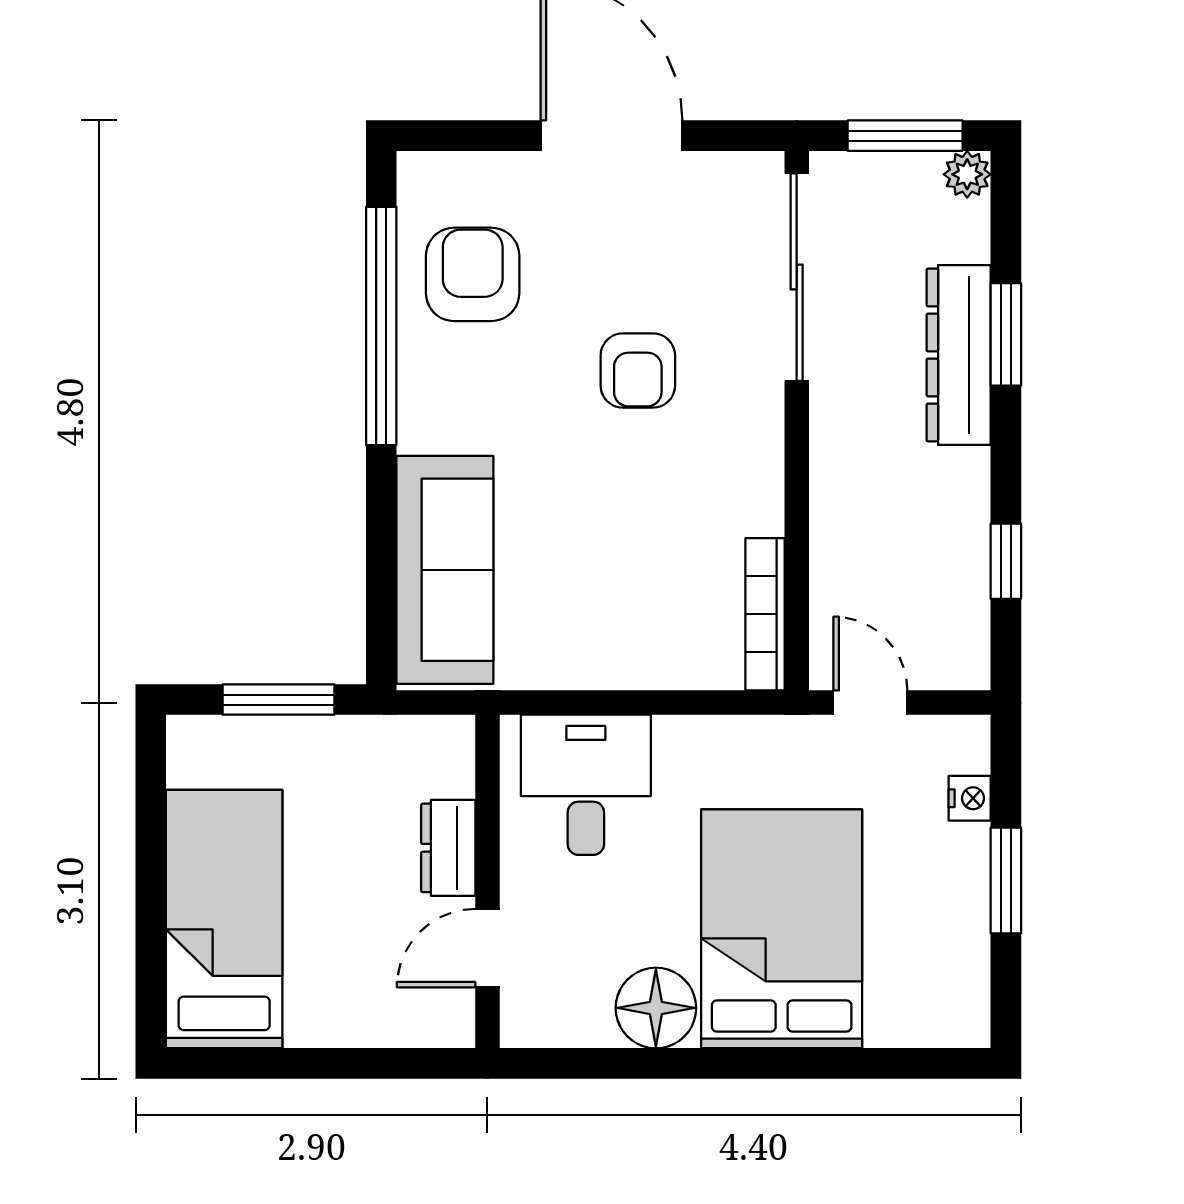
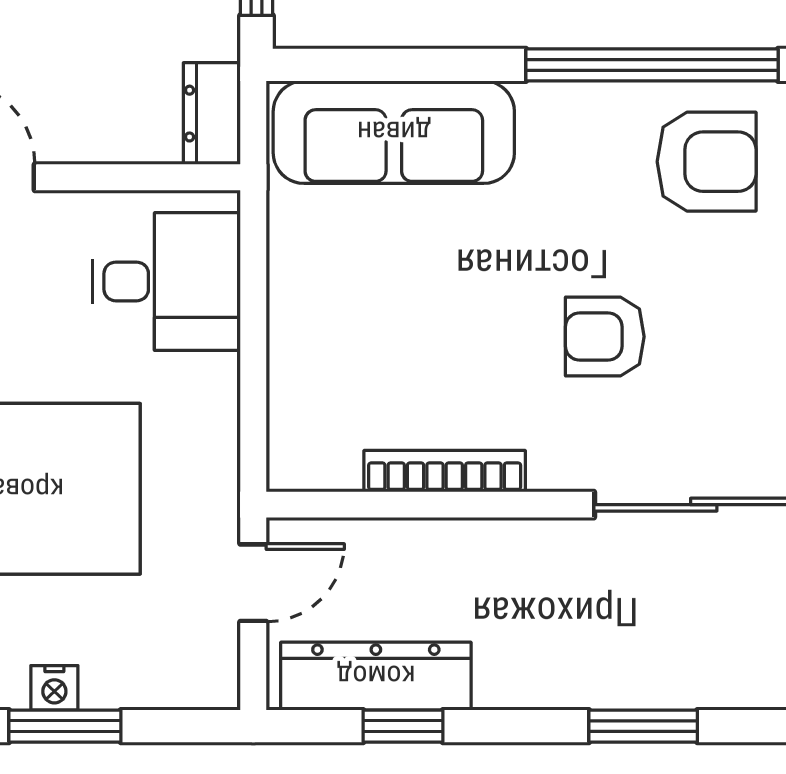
dresser: (959, 355) -> (376, 676), moved
bookcase: (765, 614) -> (445, 471), moved
nightstand: (970, 798) -> (54, 688), moved
dresser: (448, 848) -> (212, 114), moved, turned -90

